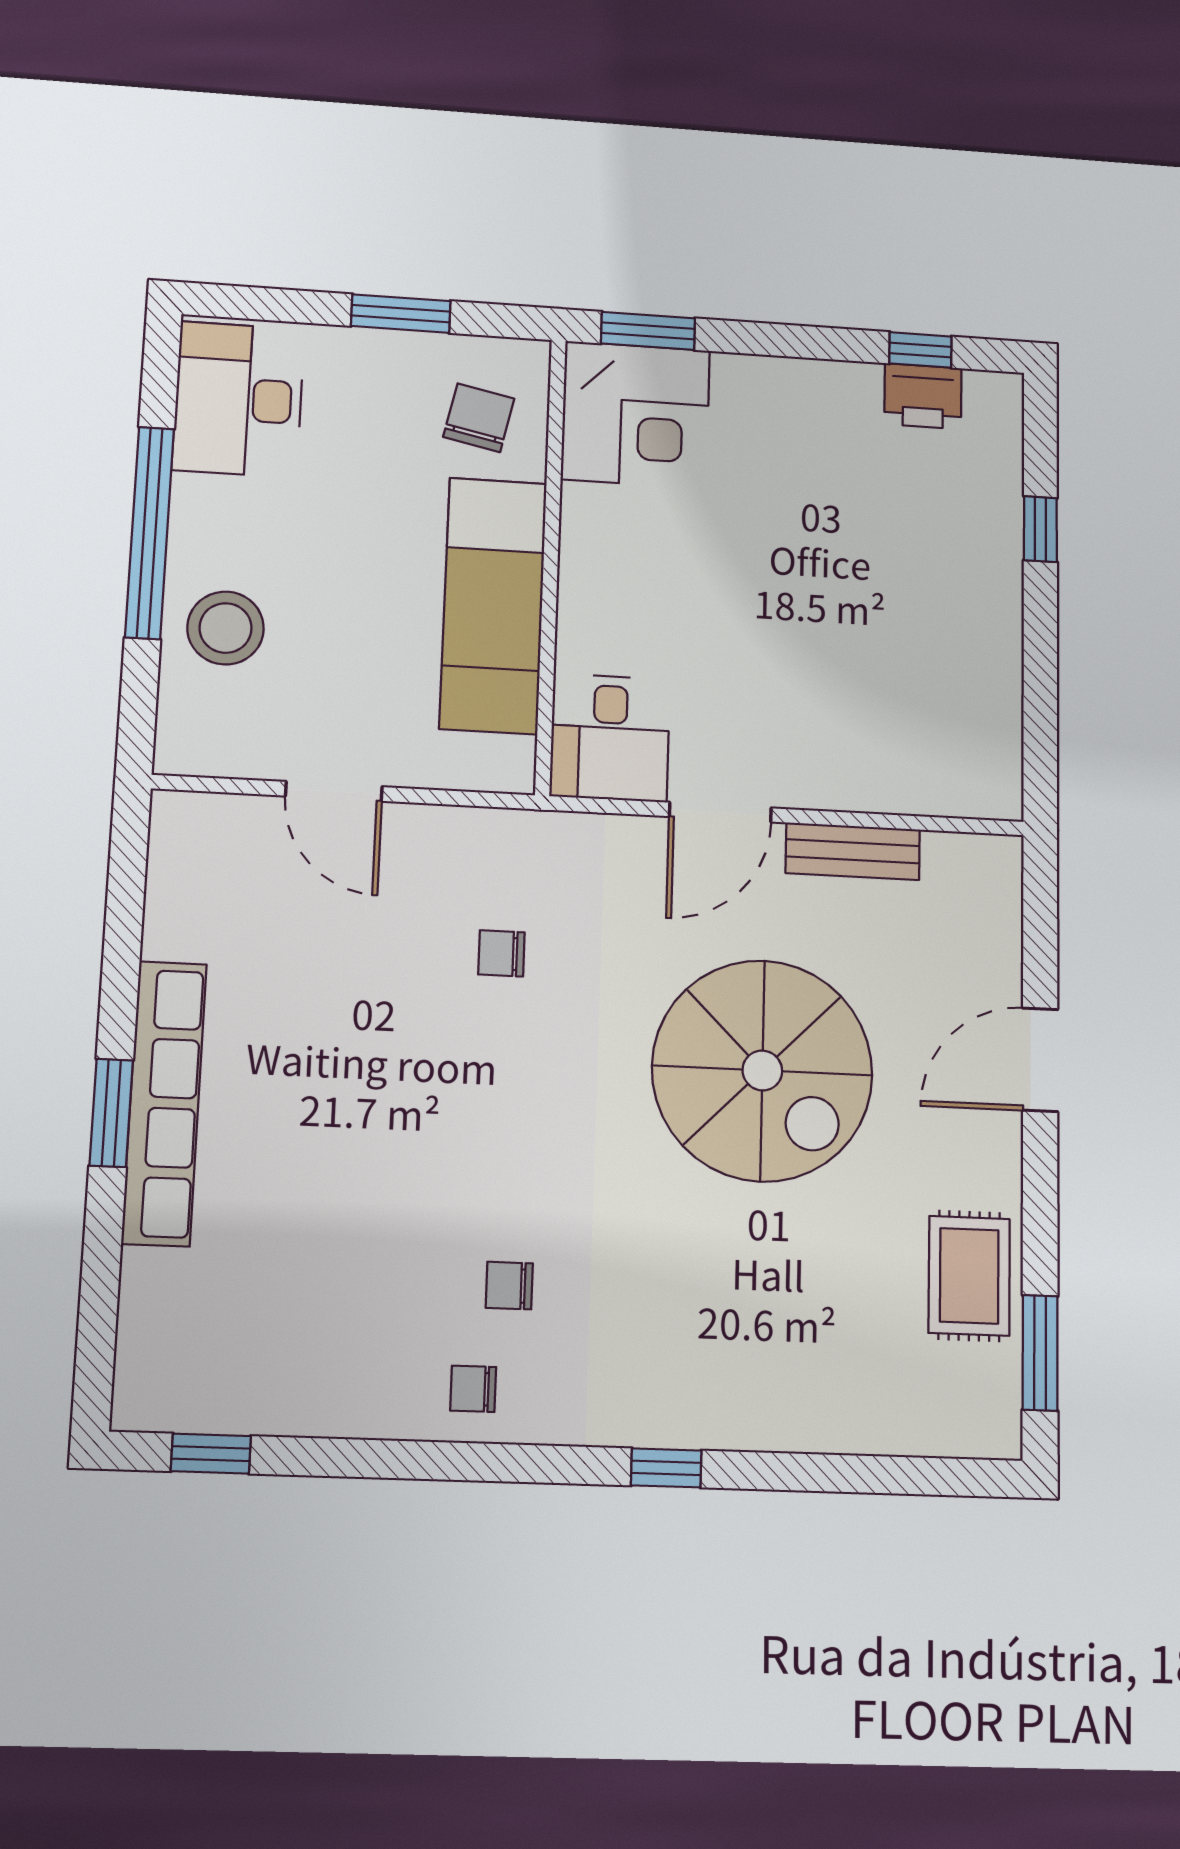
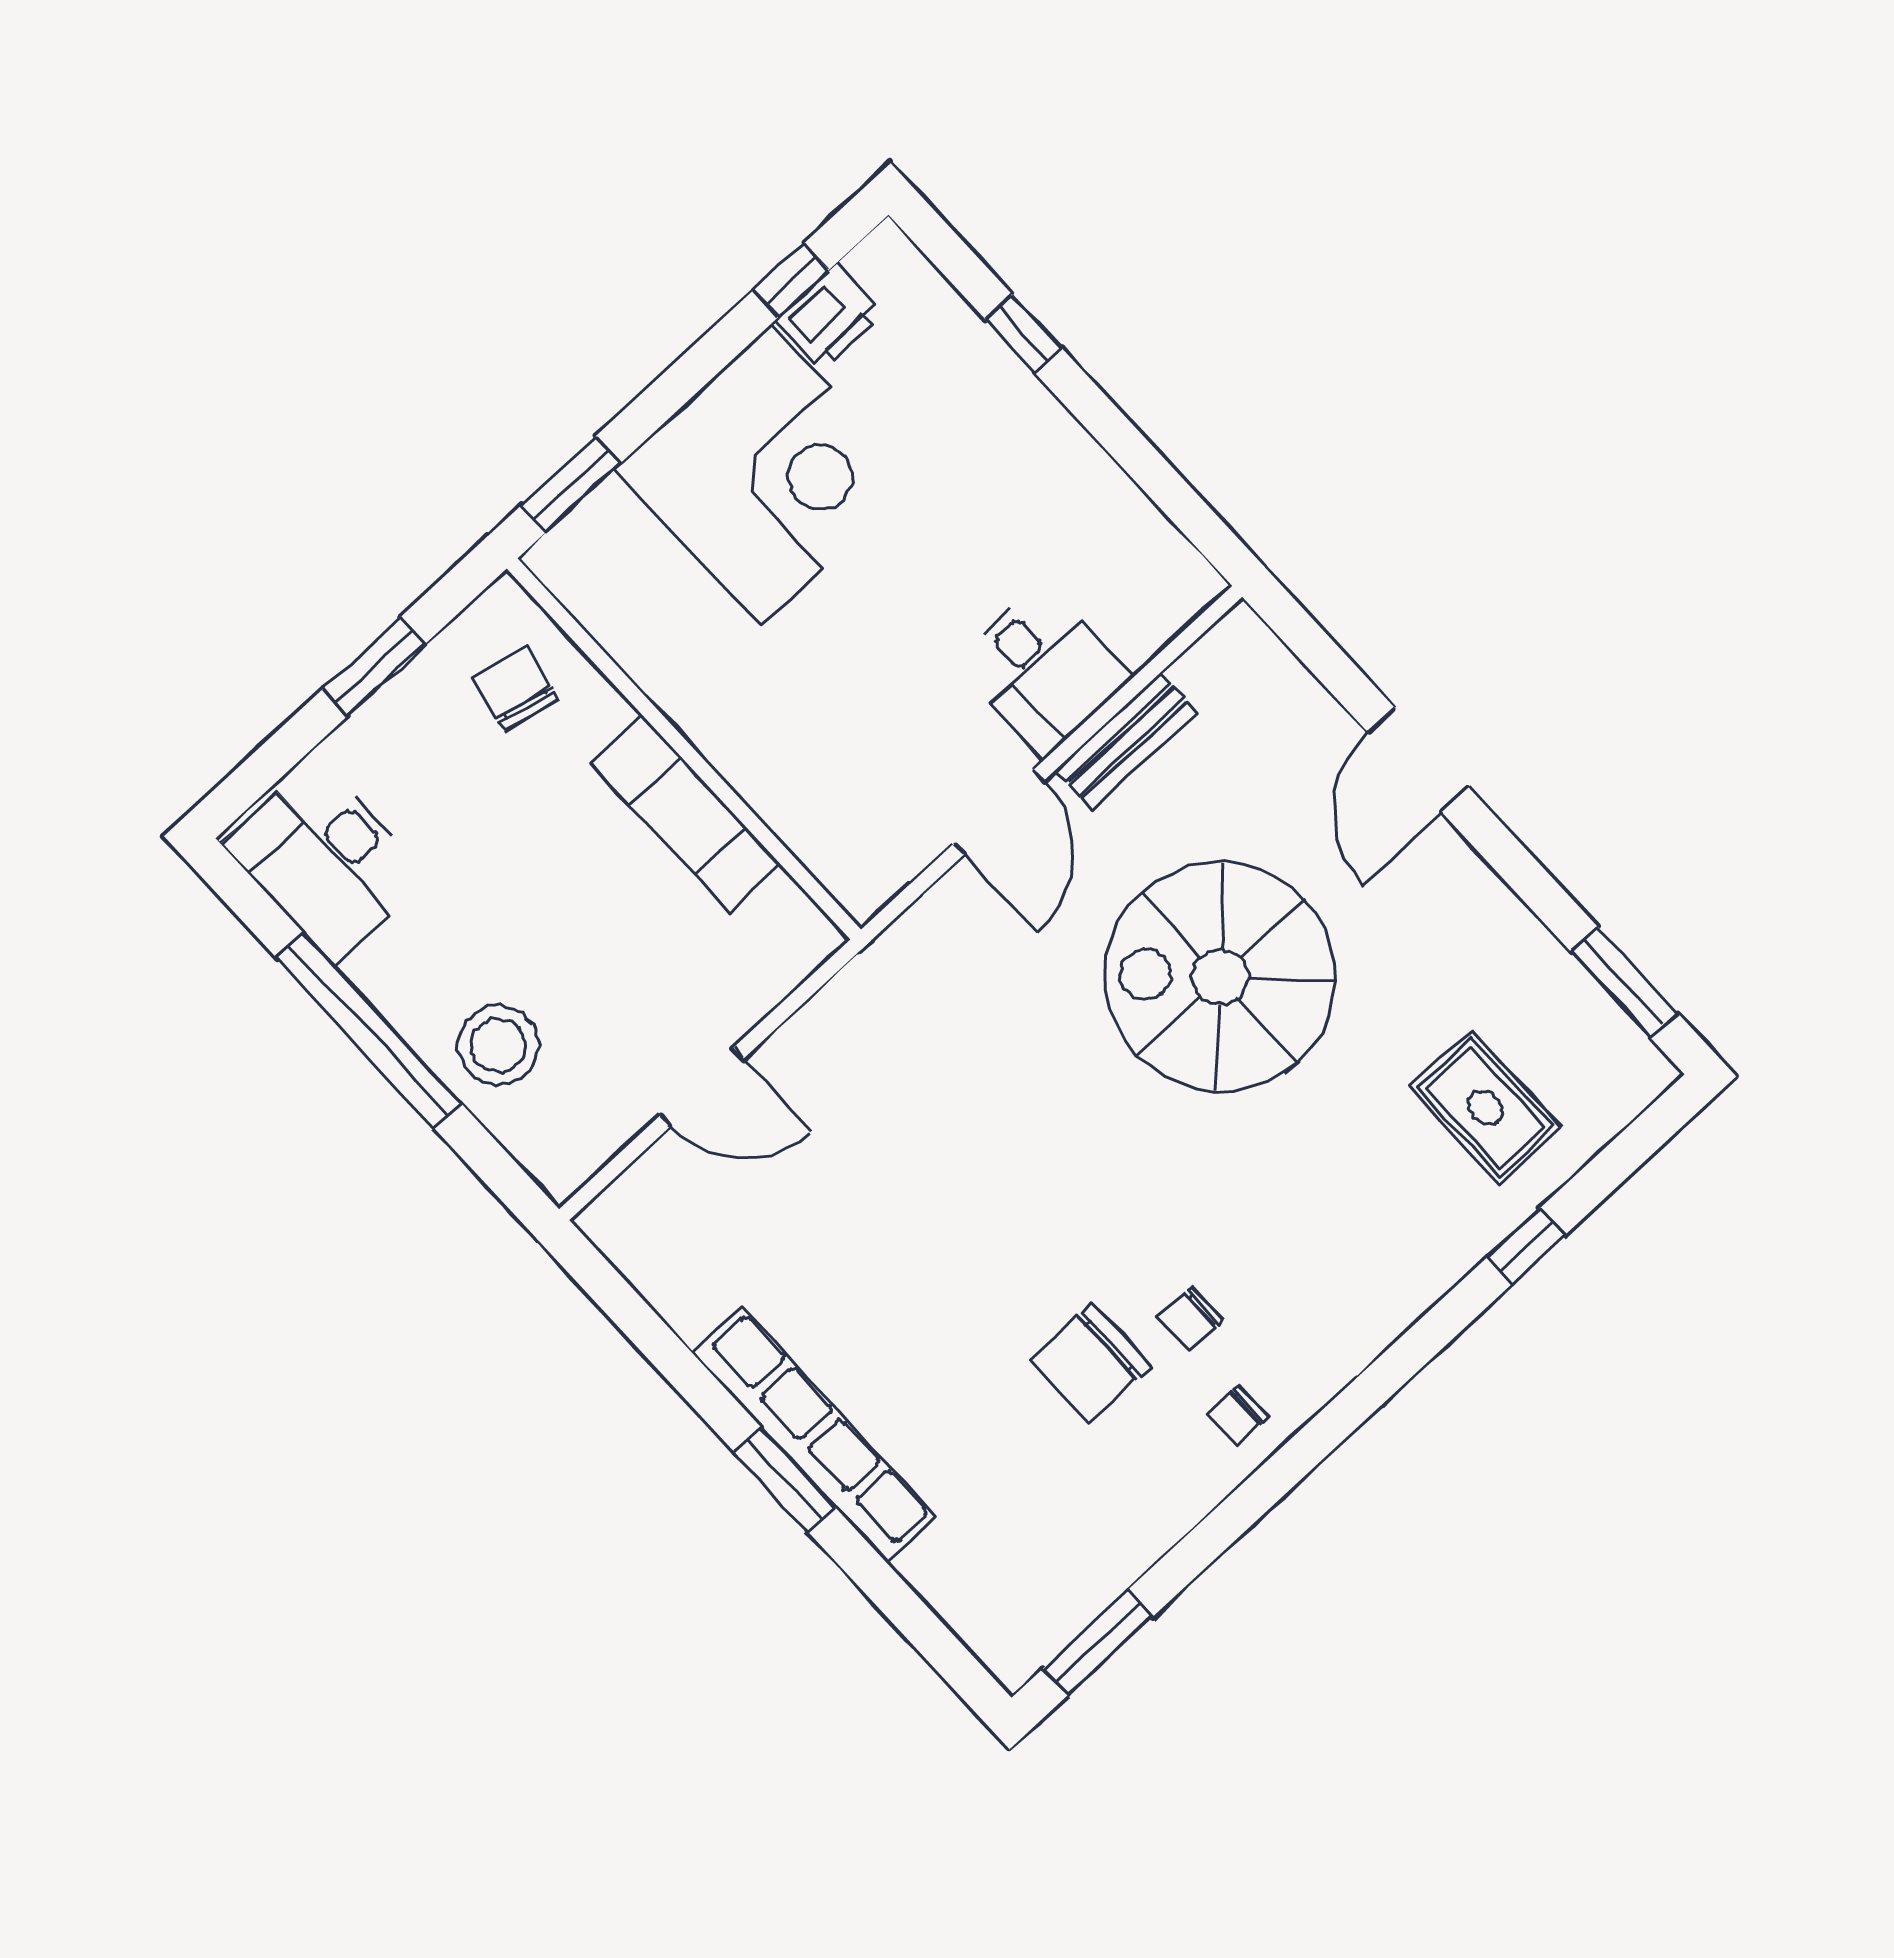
corner desk: (636, 415) -> (765, 475), moved, width x1.36, depth x1.36
exam couch: (493, 605) -> (686, 814), width x0.73, depth x0.69
desk: (610, 738) -> (1043, 670), moved
chair: (501, 953) -> (1090, 1363), moved, width x1.87, depth x1.87
spiral stairs: (762, 1070) -> (1220, 977), turned 180
rug: (969, 1276) -> (1485, 1108), moved
window: (211, 1454) -> (1098, 1643), width x1.50
window: (666, 1468) -> (1526, 1246), moved

